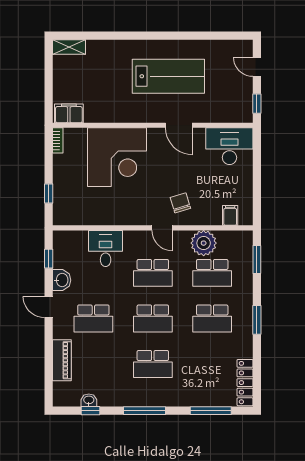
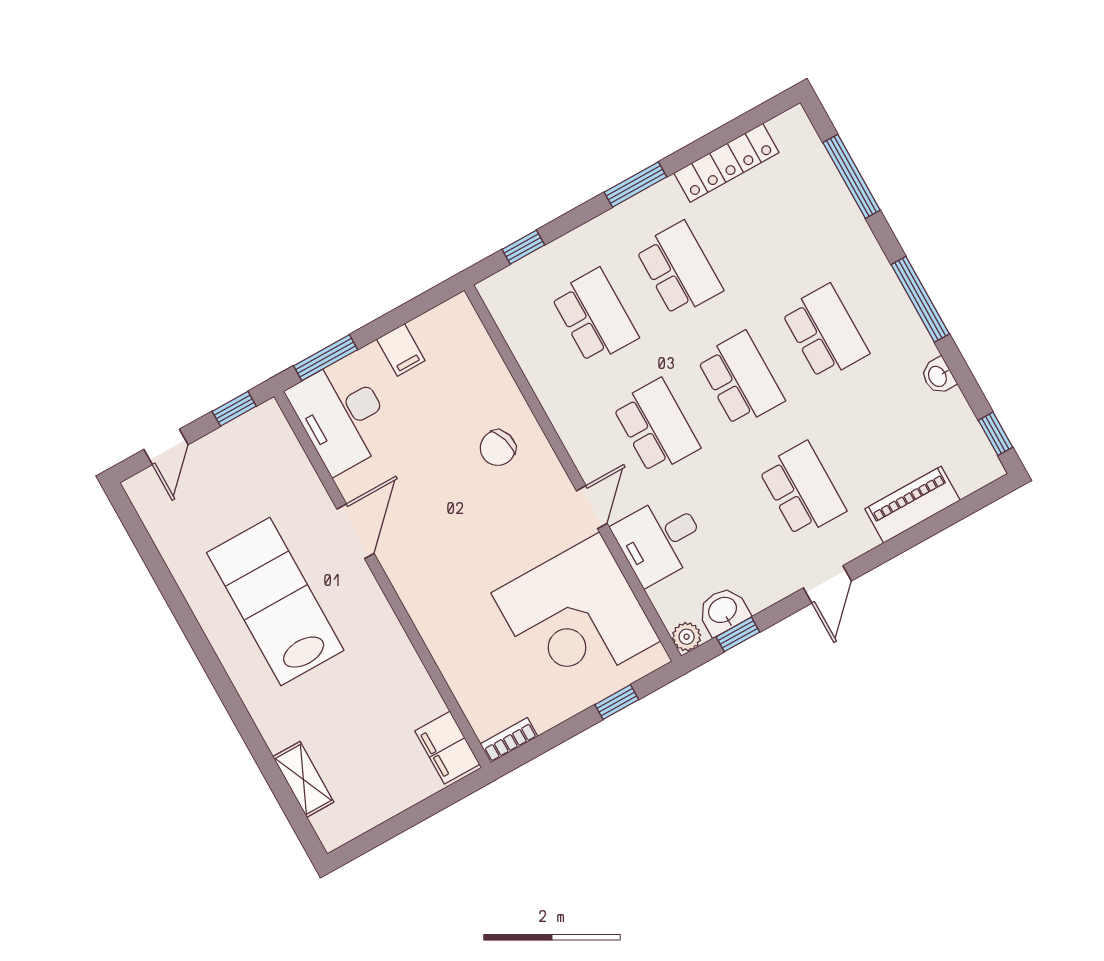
shelving: (69, 47) -> (303, 779), moved
window: (257, 153) -> (326, 358), added
corner desk: (117, 157) -> (576, 617), moved, turned 180
filing cabinet: (230, 215) -> (401, 350), moved, turned -90
door: (162, 228) -> (592, 507), moved
plant: (204, 243) -> (687, 637), moved, width x0.53, depth x0.53
window: (257, 259) -> (523, 247), width x0.67
washbasin: (62, 280) -> (723, 611), moved
locker: (245, 383) -> (726, 163), moved
washbasin: (89, 400) -> (938, 376), moved
window: (90, 411) -> (995, 434), moved

